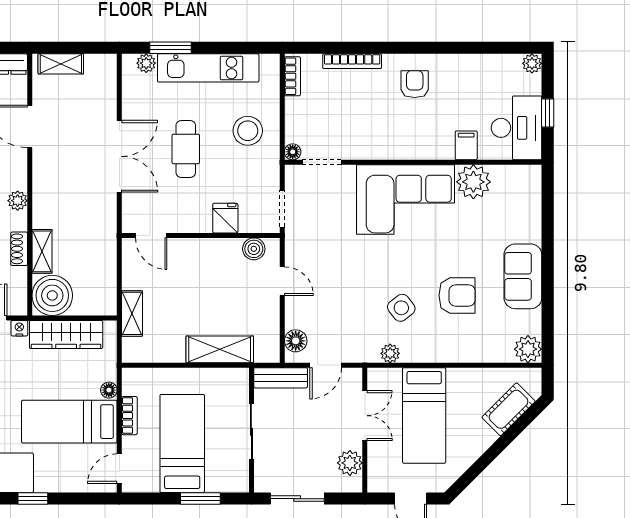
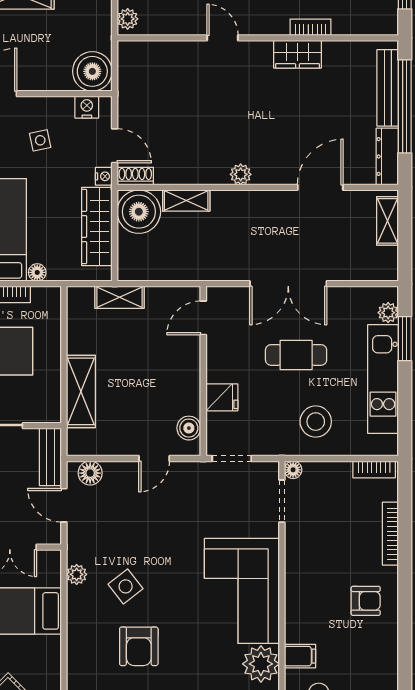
shoe rack: (19, 249) -> (135, 176), moved

